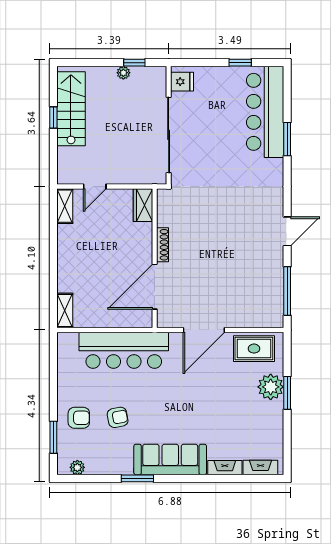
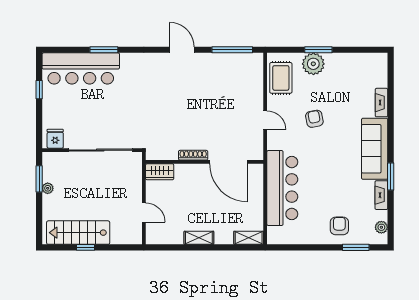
window: (134, 63) -> (39, 179), width x1.50
shelving: (65, 206) -> (199, 238), moved
door: (204, 330) -> (265, 120), width x0.53
armchair: (118, 417) -> (314, 119), moved
fireplace: (260, 467) -> (381, 195), moved

